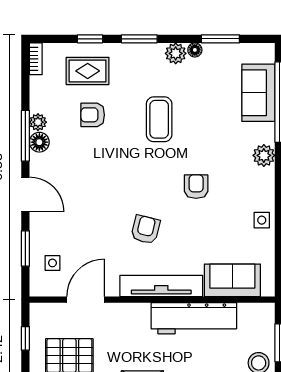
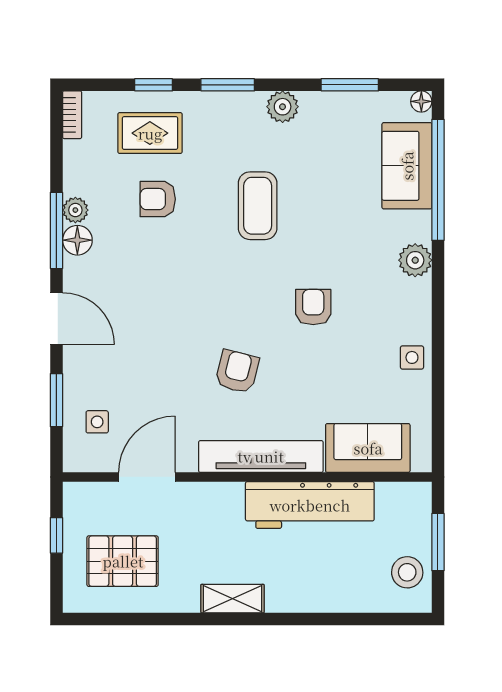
floor lamp: (195, 50) -> (421, 101), moved

